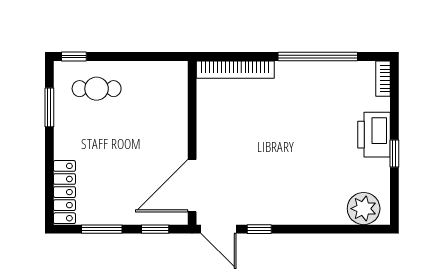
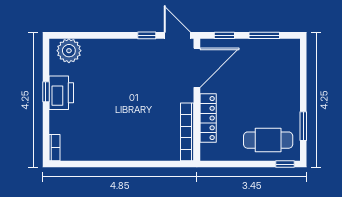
window: (318, 56) -> (103, 164), removed
bookcase: (235, 70) -> (187, 132), moved, turned -90
cafe table: (97, 89) -> (268, 140), width x1.37, depth x1.35
printer: (374, 135) -> (61, 93), moved
locker: (64, 192) -> (208, 118), moved, turned 180

